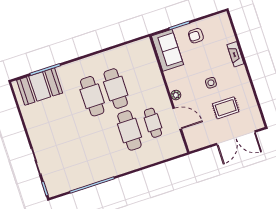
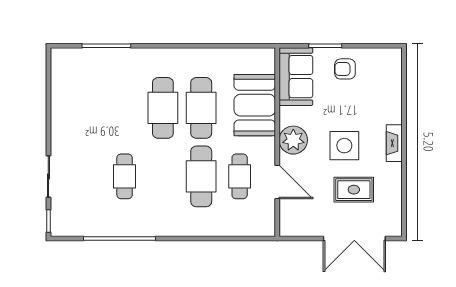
fireplace: (235, 54) -> (394, 143), moved
side table: (211, 83) -> (344, 146), width x1.87, depth x1.87
booth: (40, 87) -> (255, 105), moved, turned 90
plant: (176, 95) -> (293, 140), width x1.88, depth x1.88
cafe table: (82, 146) -> (125, 176), added

